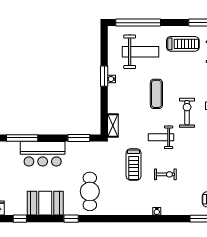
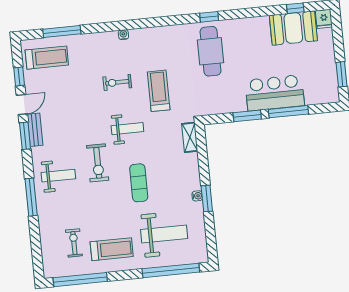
treadmill: (183, 44) -> (112, 249), turned 180
weight bench: (140, 52) -> (164, 234), turned 180
window: (22, 138) -> (288, 112), moved
window: (79, 138) -> (247, 116), moved
booth: (45, 203) -> (293, 28), moved
window: (71, 219) -> (209, 17), moved

